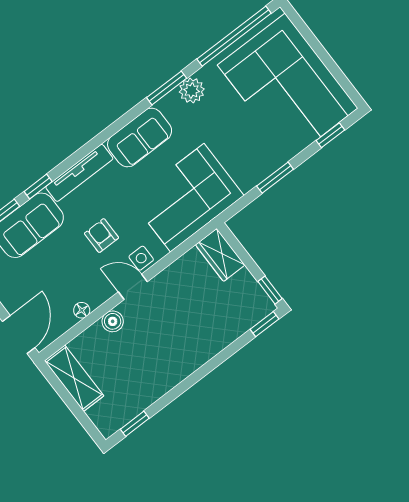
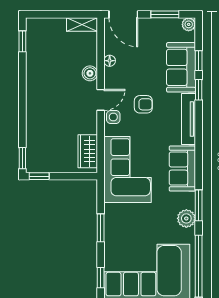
wardrobe: (220, 255) -> (88, 151), moved, turned -90
shelving: (74, 378) -> (82, 25), width x0.67, depth x0.75

